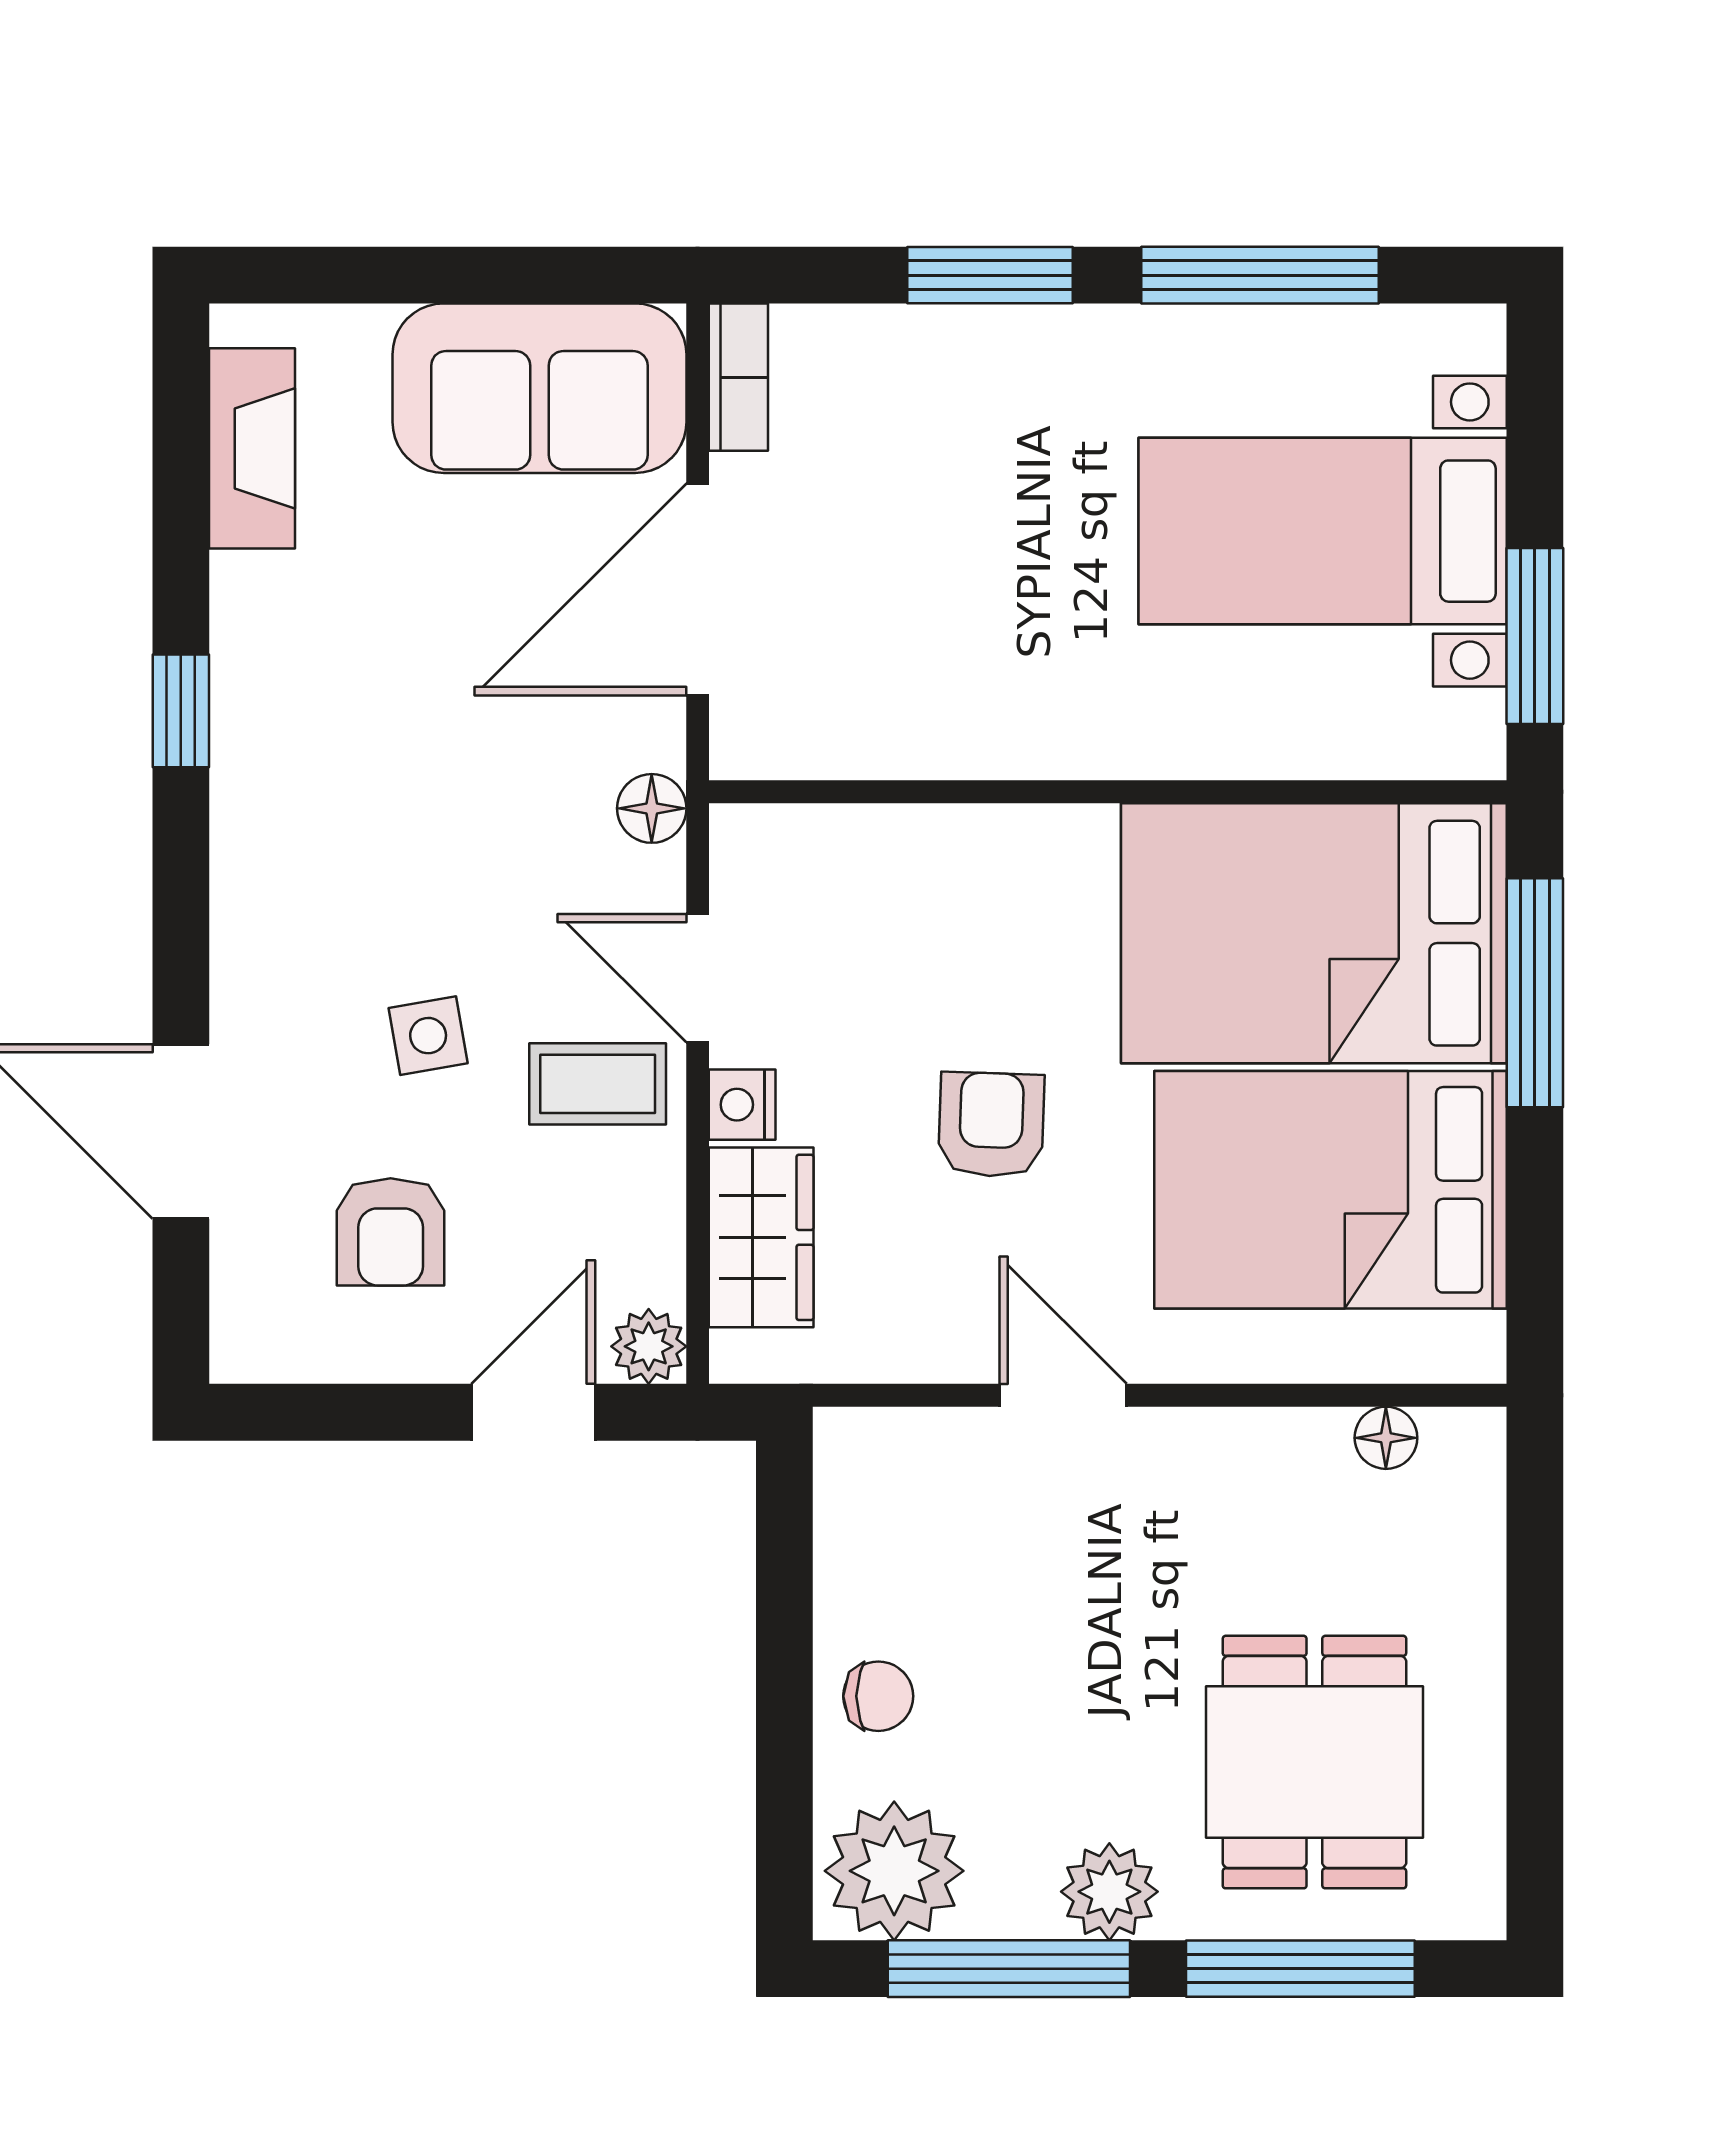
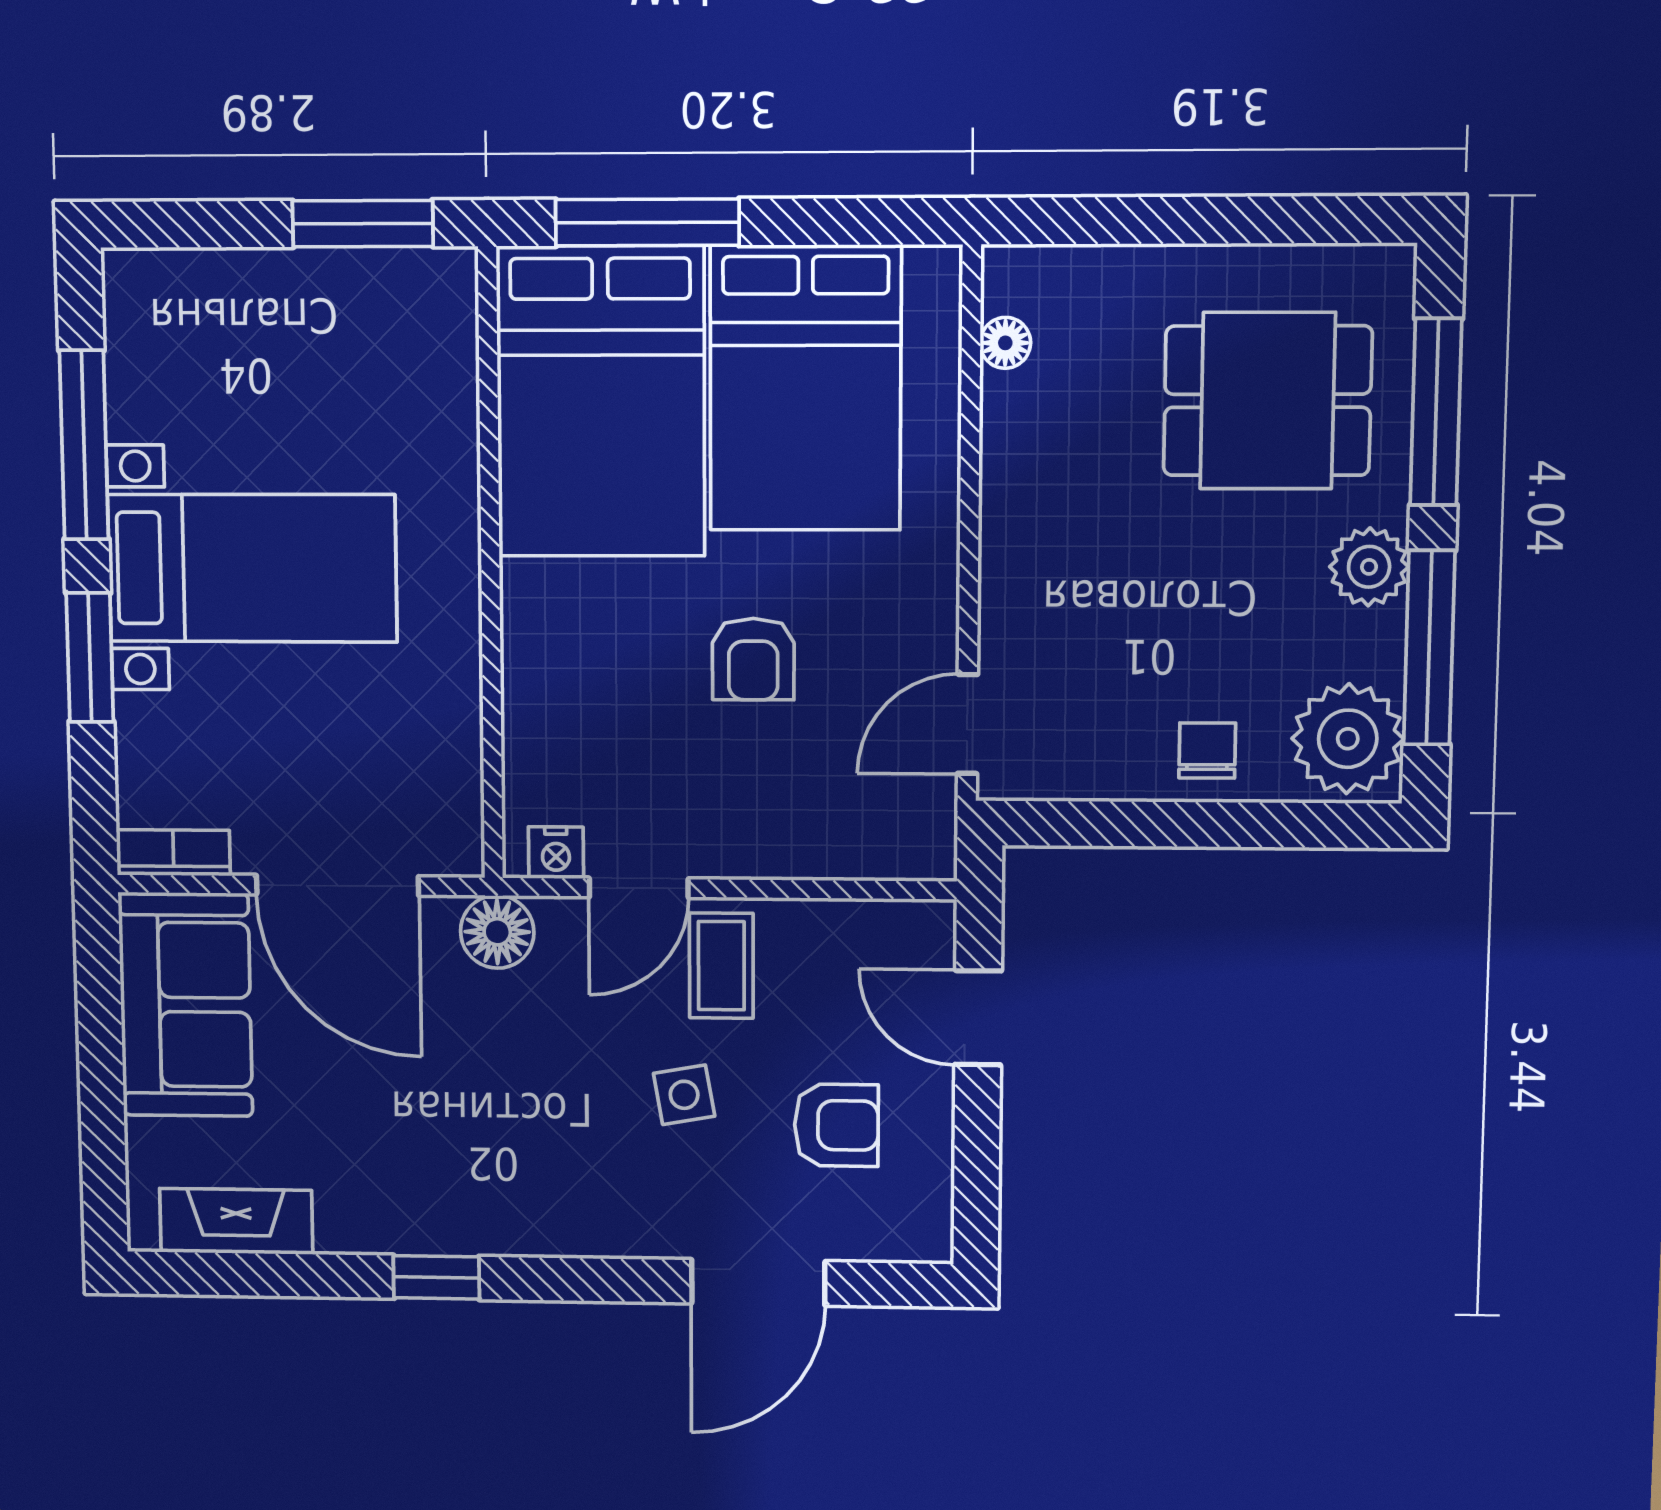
bed with nightstands: (1323, 531) -> (252, 568), moved, turned -90
floor lamp: (652, 808) -> (497, 932), width x1.37, depth x1.37
nightstand: (742, 1105) -> (556, 853), moved
armchair: (991, 1125) -> (753, 659), turned -92
wardrobe: (761, 1237) -> (842, 840), removed
plant: (649, 1346) -> (927, 928), removed
door: (1063, 1395) -> (967, 724), moved

